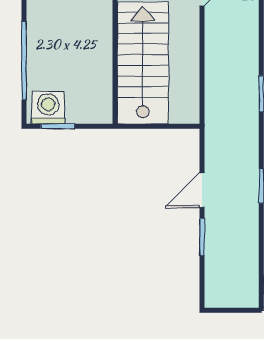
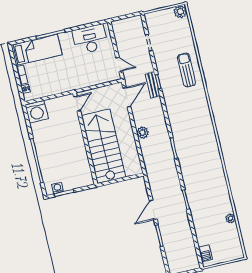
plant: (215, 55) -> (143, 133), added
washing machine: (48, 108) -> (57, 188), width x0.53, depth x0.53

